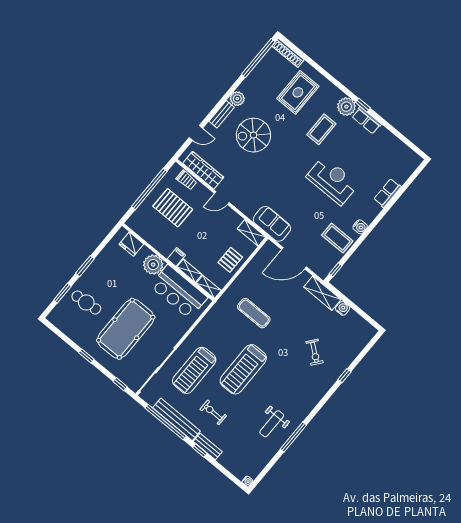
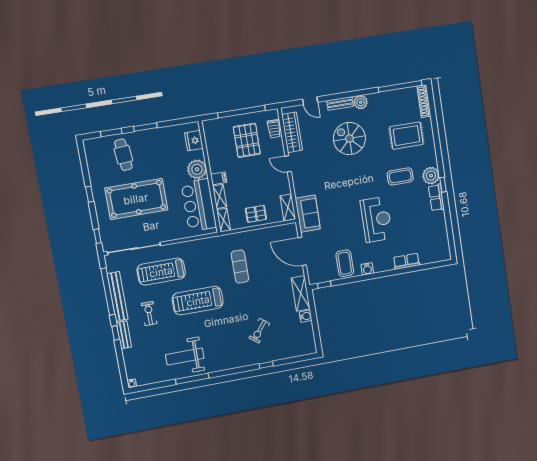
weight bench: (272, 424) -> (185, 357), width x1.36, depth x1.33

